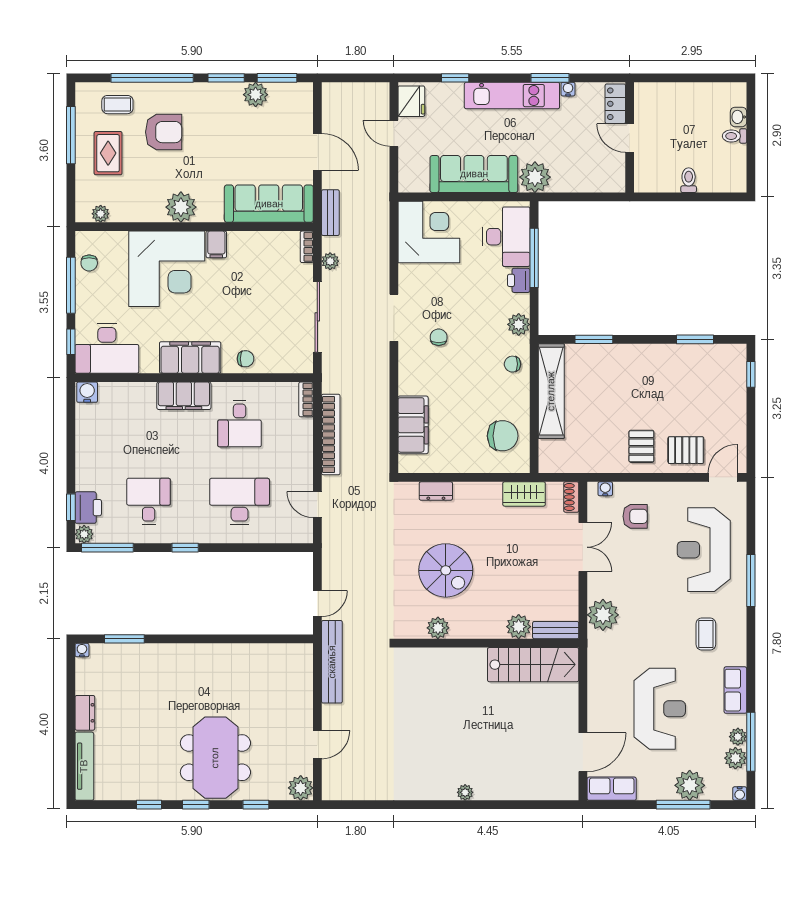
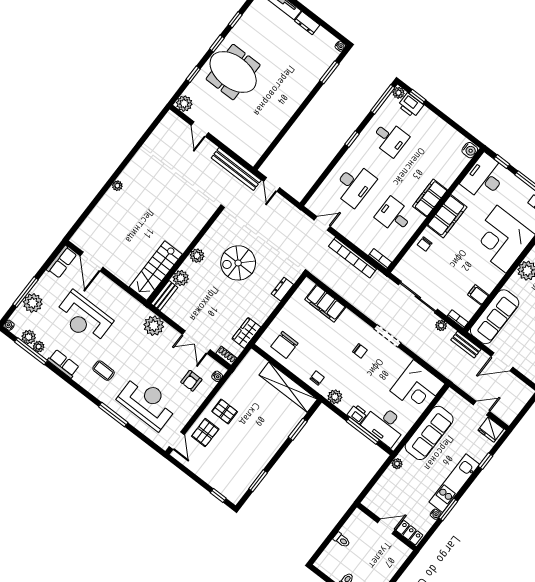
plant: (535, 177) -> (397, 464), width x0.53, depth x0.53
filing cabinet: (216, 244) -> (478, 295), moved
plant: (438, 628) -> (197, 256), moved

